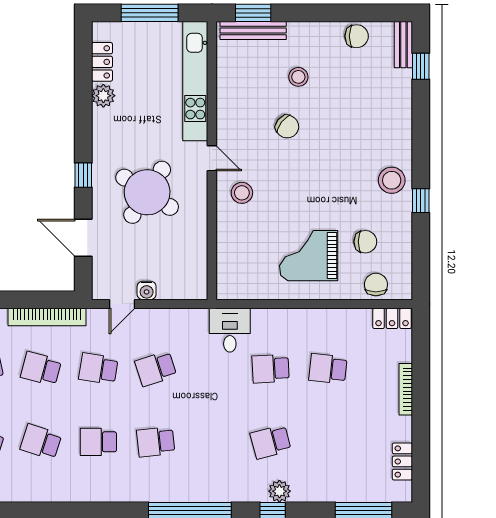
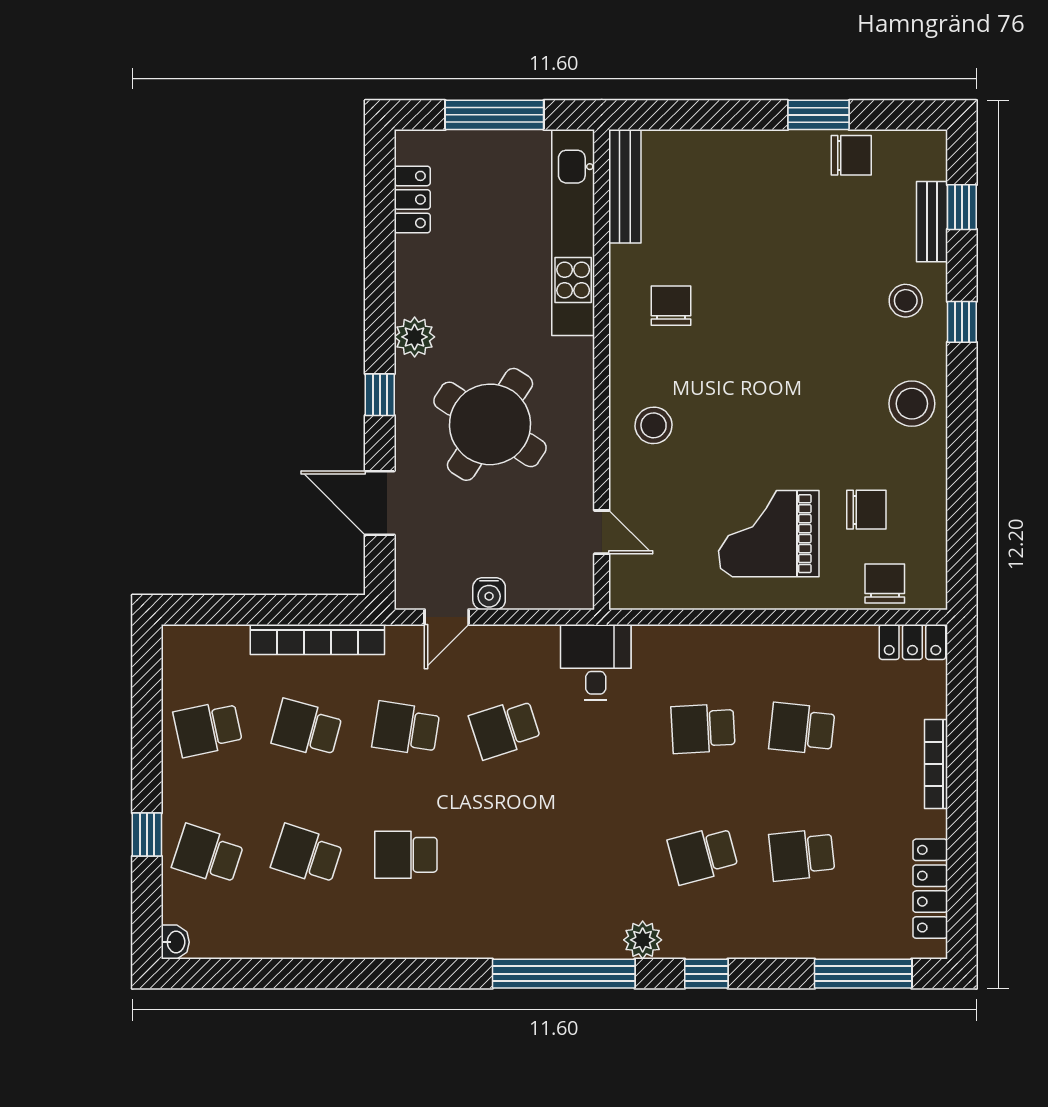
window: (253, 13) -> (818, 115), moved
bench: (253, 31) -> (625, 186), moved, turned 90
bench: (403, 45) -> (932, 222), moved
stool: (298, 77) -> (906, 301), moved
plant: (103, 96) -> (415, 337), moved
chair: (287, 127) -> (671, 306), moved, turned -128
door: (212, 158) -> (602, 532), moved
window: (421, 201) -> (962, 322), moved
desk: (230, 330) -> (596, 662), moved
school desk: (156, 442) -> (802, 855), moved
locker: (402, 461) -> (930, 889), width x1.53
plant: (279, 491) -> (643, 940), moved

